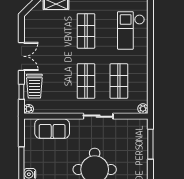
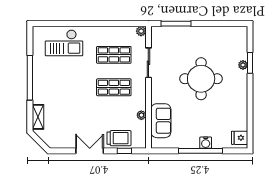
shop shelf: (86, 31) -> (64, 87), removed
plant: (29, 109) -> (141, 115), moved
sliding door: (98, 116) -> (148, 63), moved

